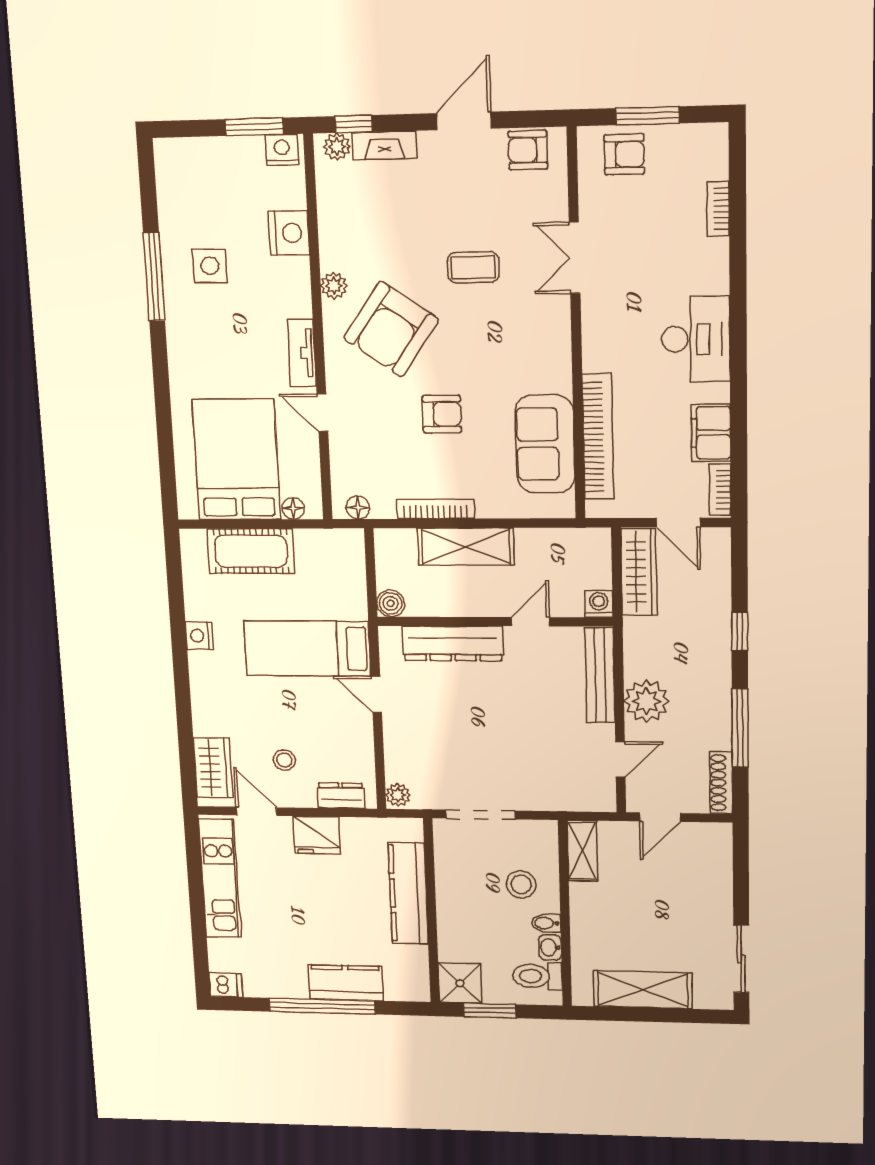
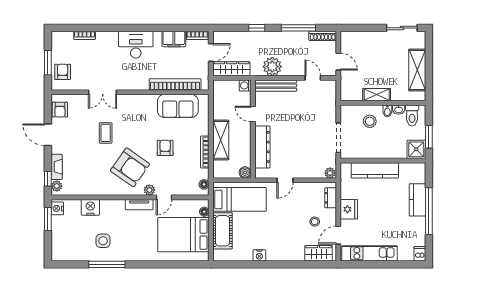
plant: (334, 286) -> (149, 190), moved
bed: (307, 648) -> (239, 199), moved, turned -90
plant: (646, 701) -> (272, 67), moved
shelving: (582, 851) -> (377, 95), moved

